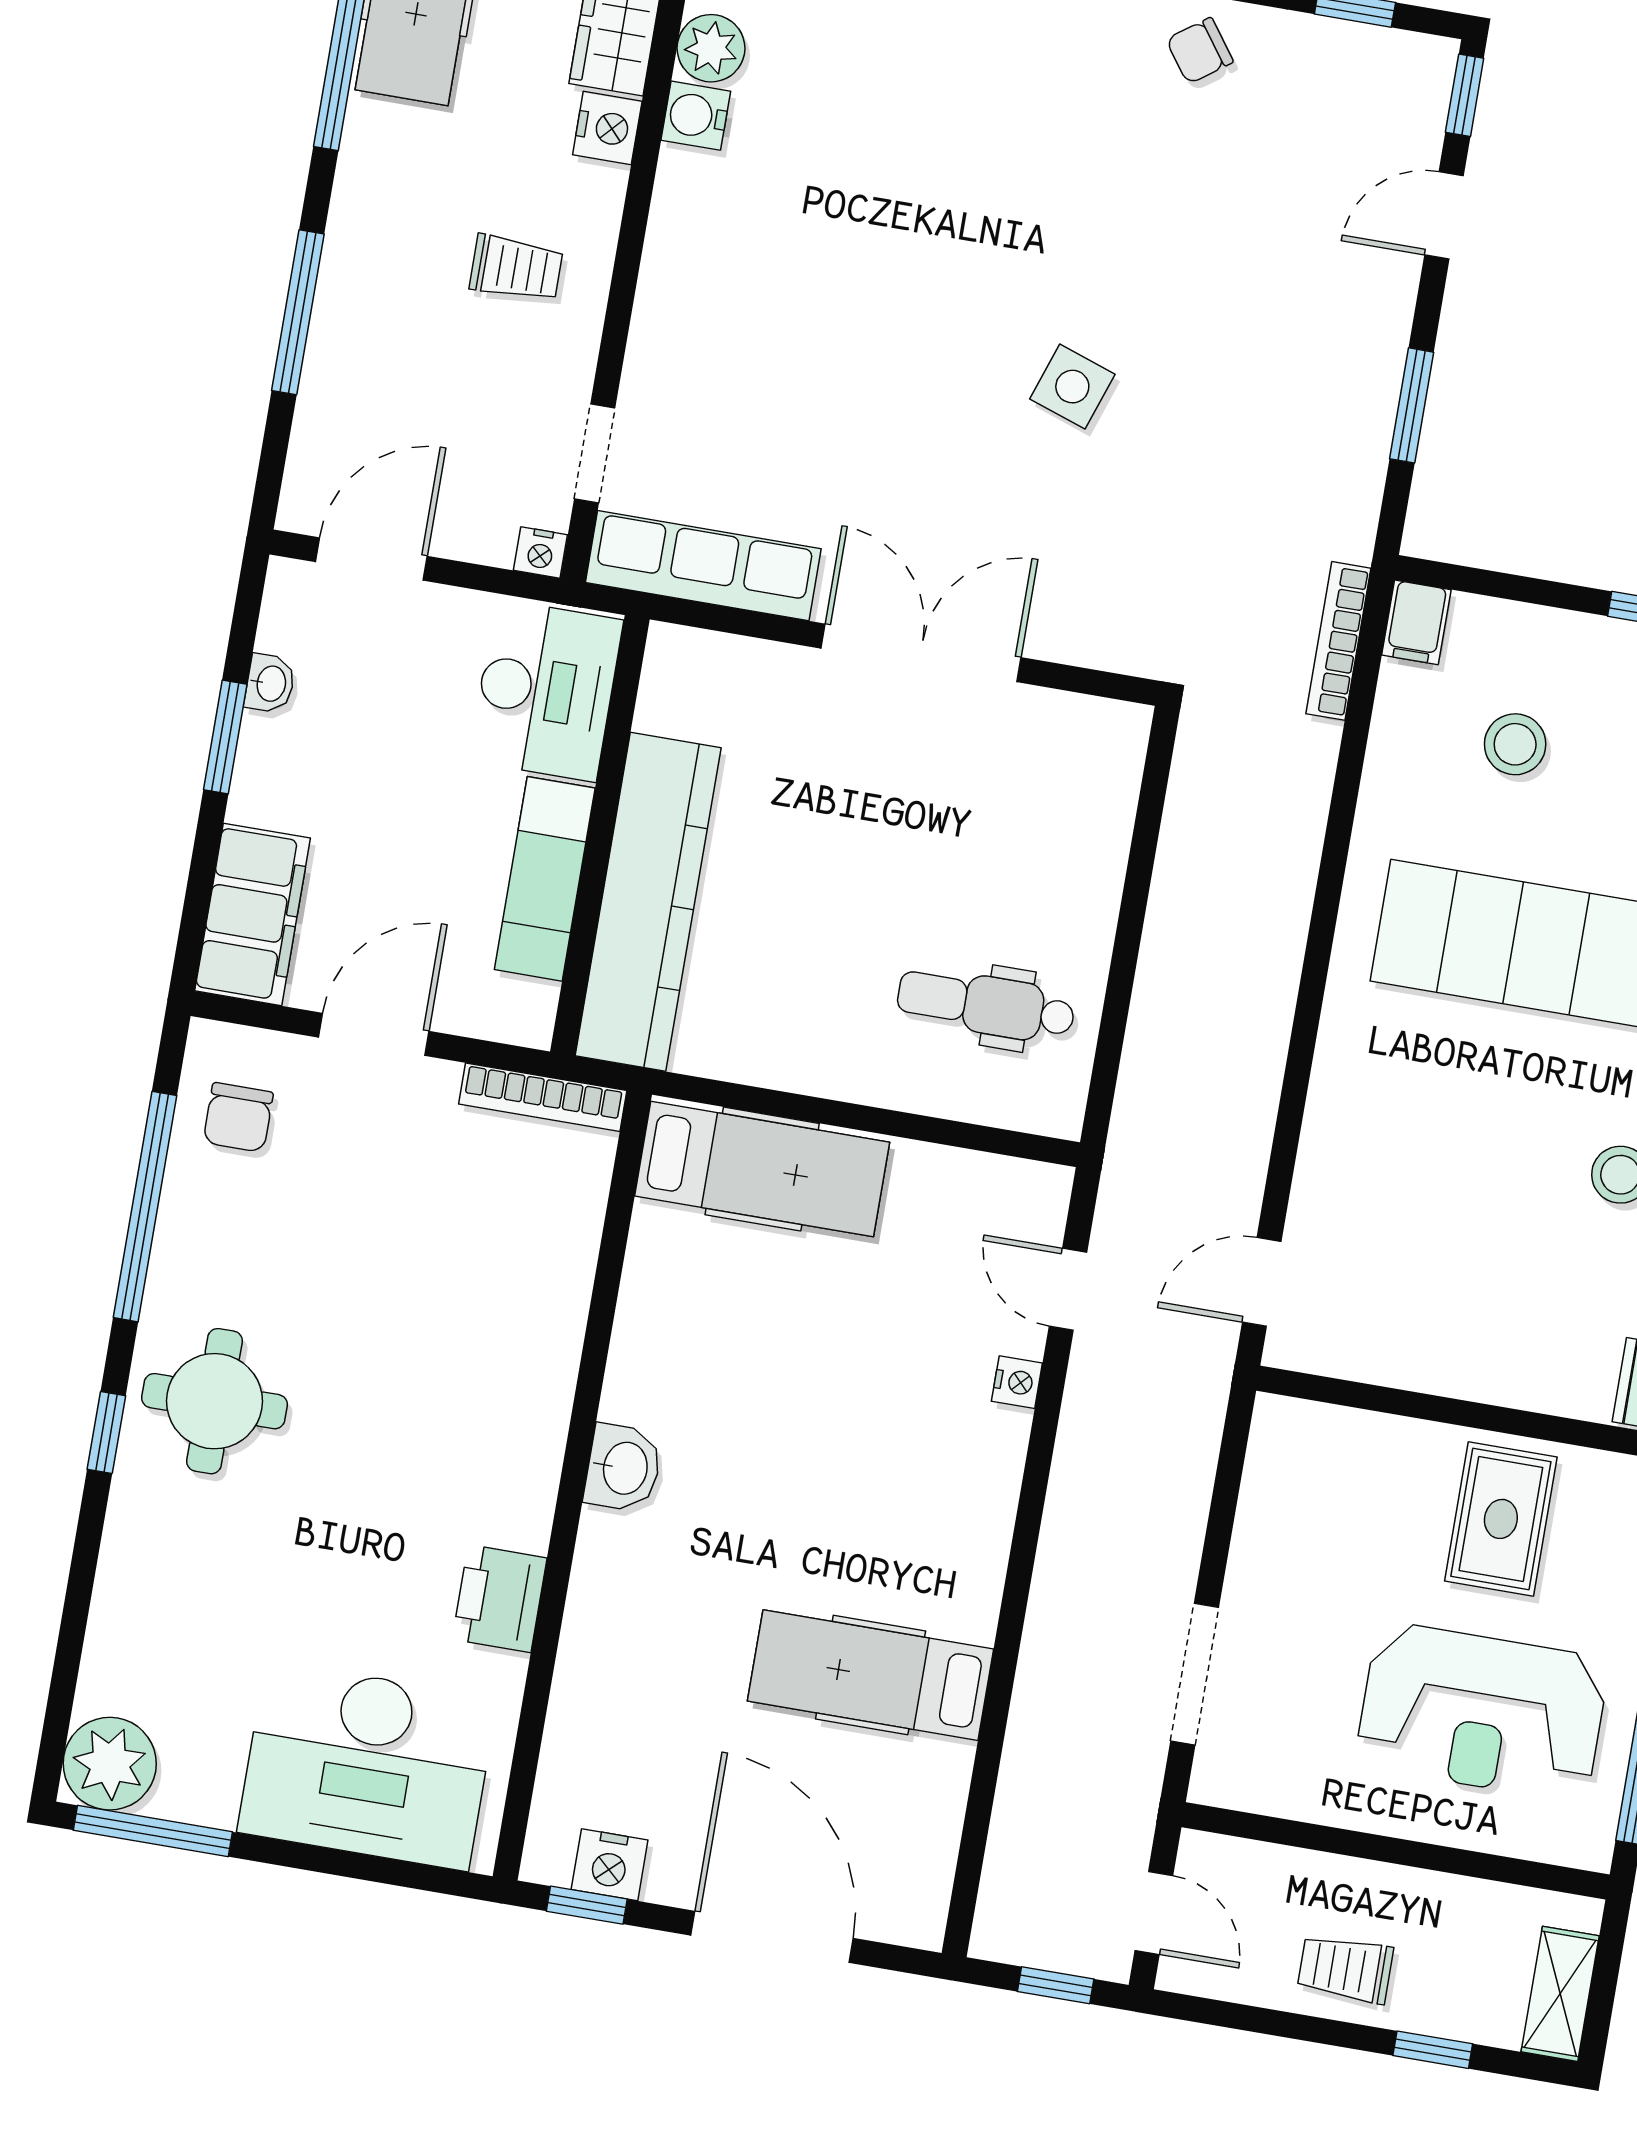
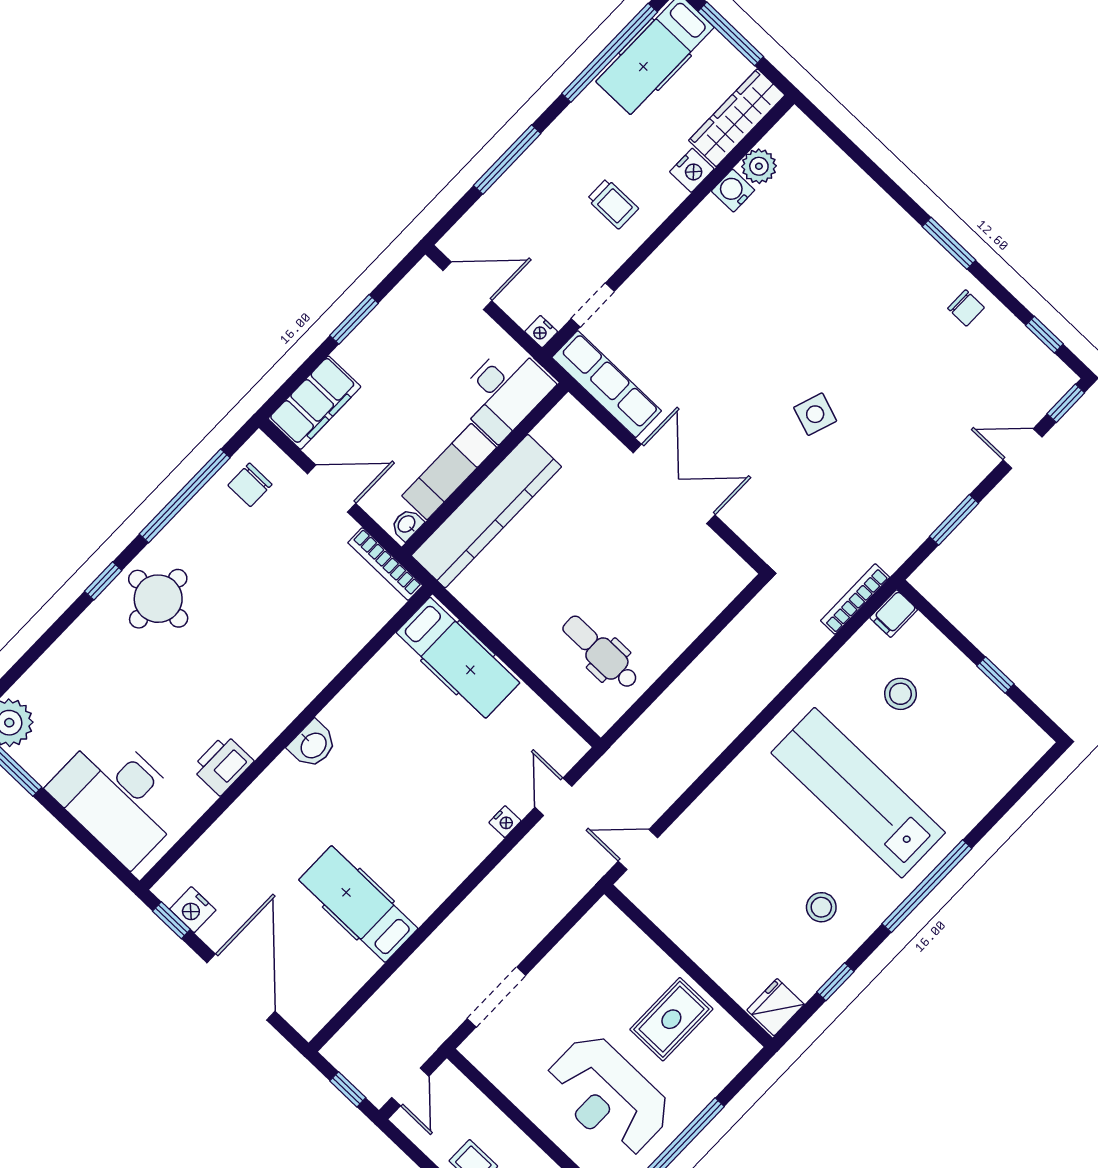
chair: (1200, 51) -> (966, 308), turned -144
washbasin: (270, 683) -> (407, 524), moved, turned 180

